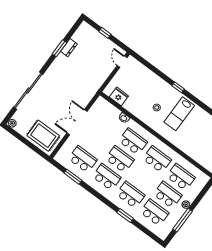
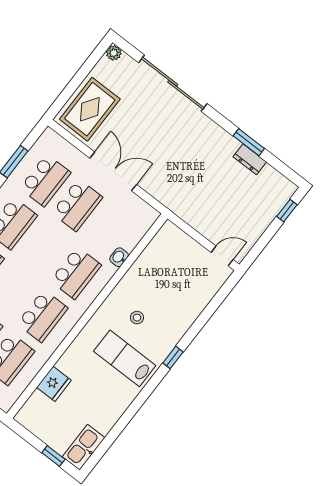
window: (105, 33) -> (287, 211), moved
fridge: (119, 97) -> (54, 384), moved
school desk: (120, 159) -> (77, 205), moved

